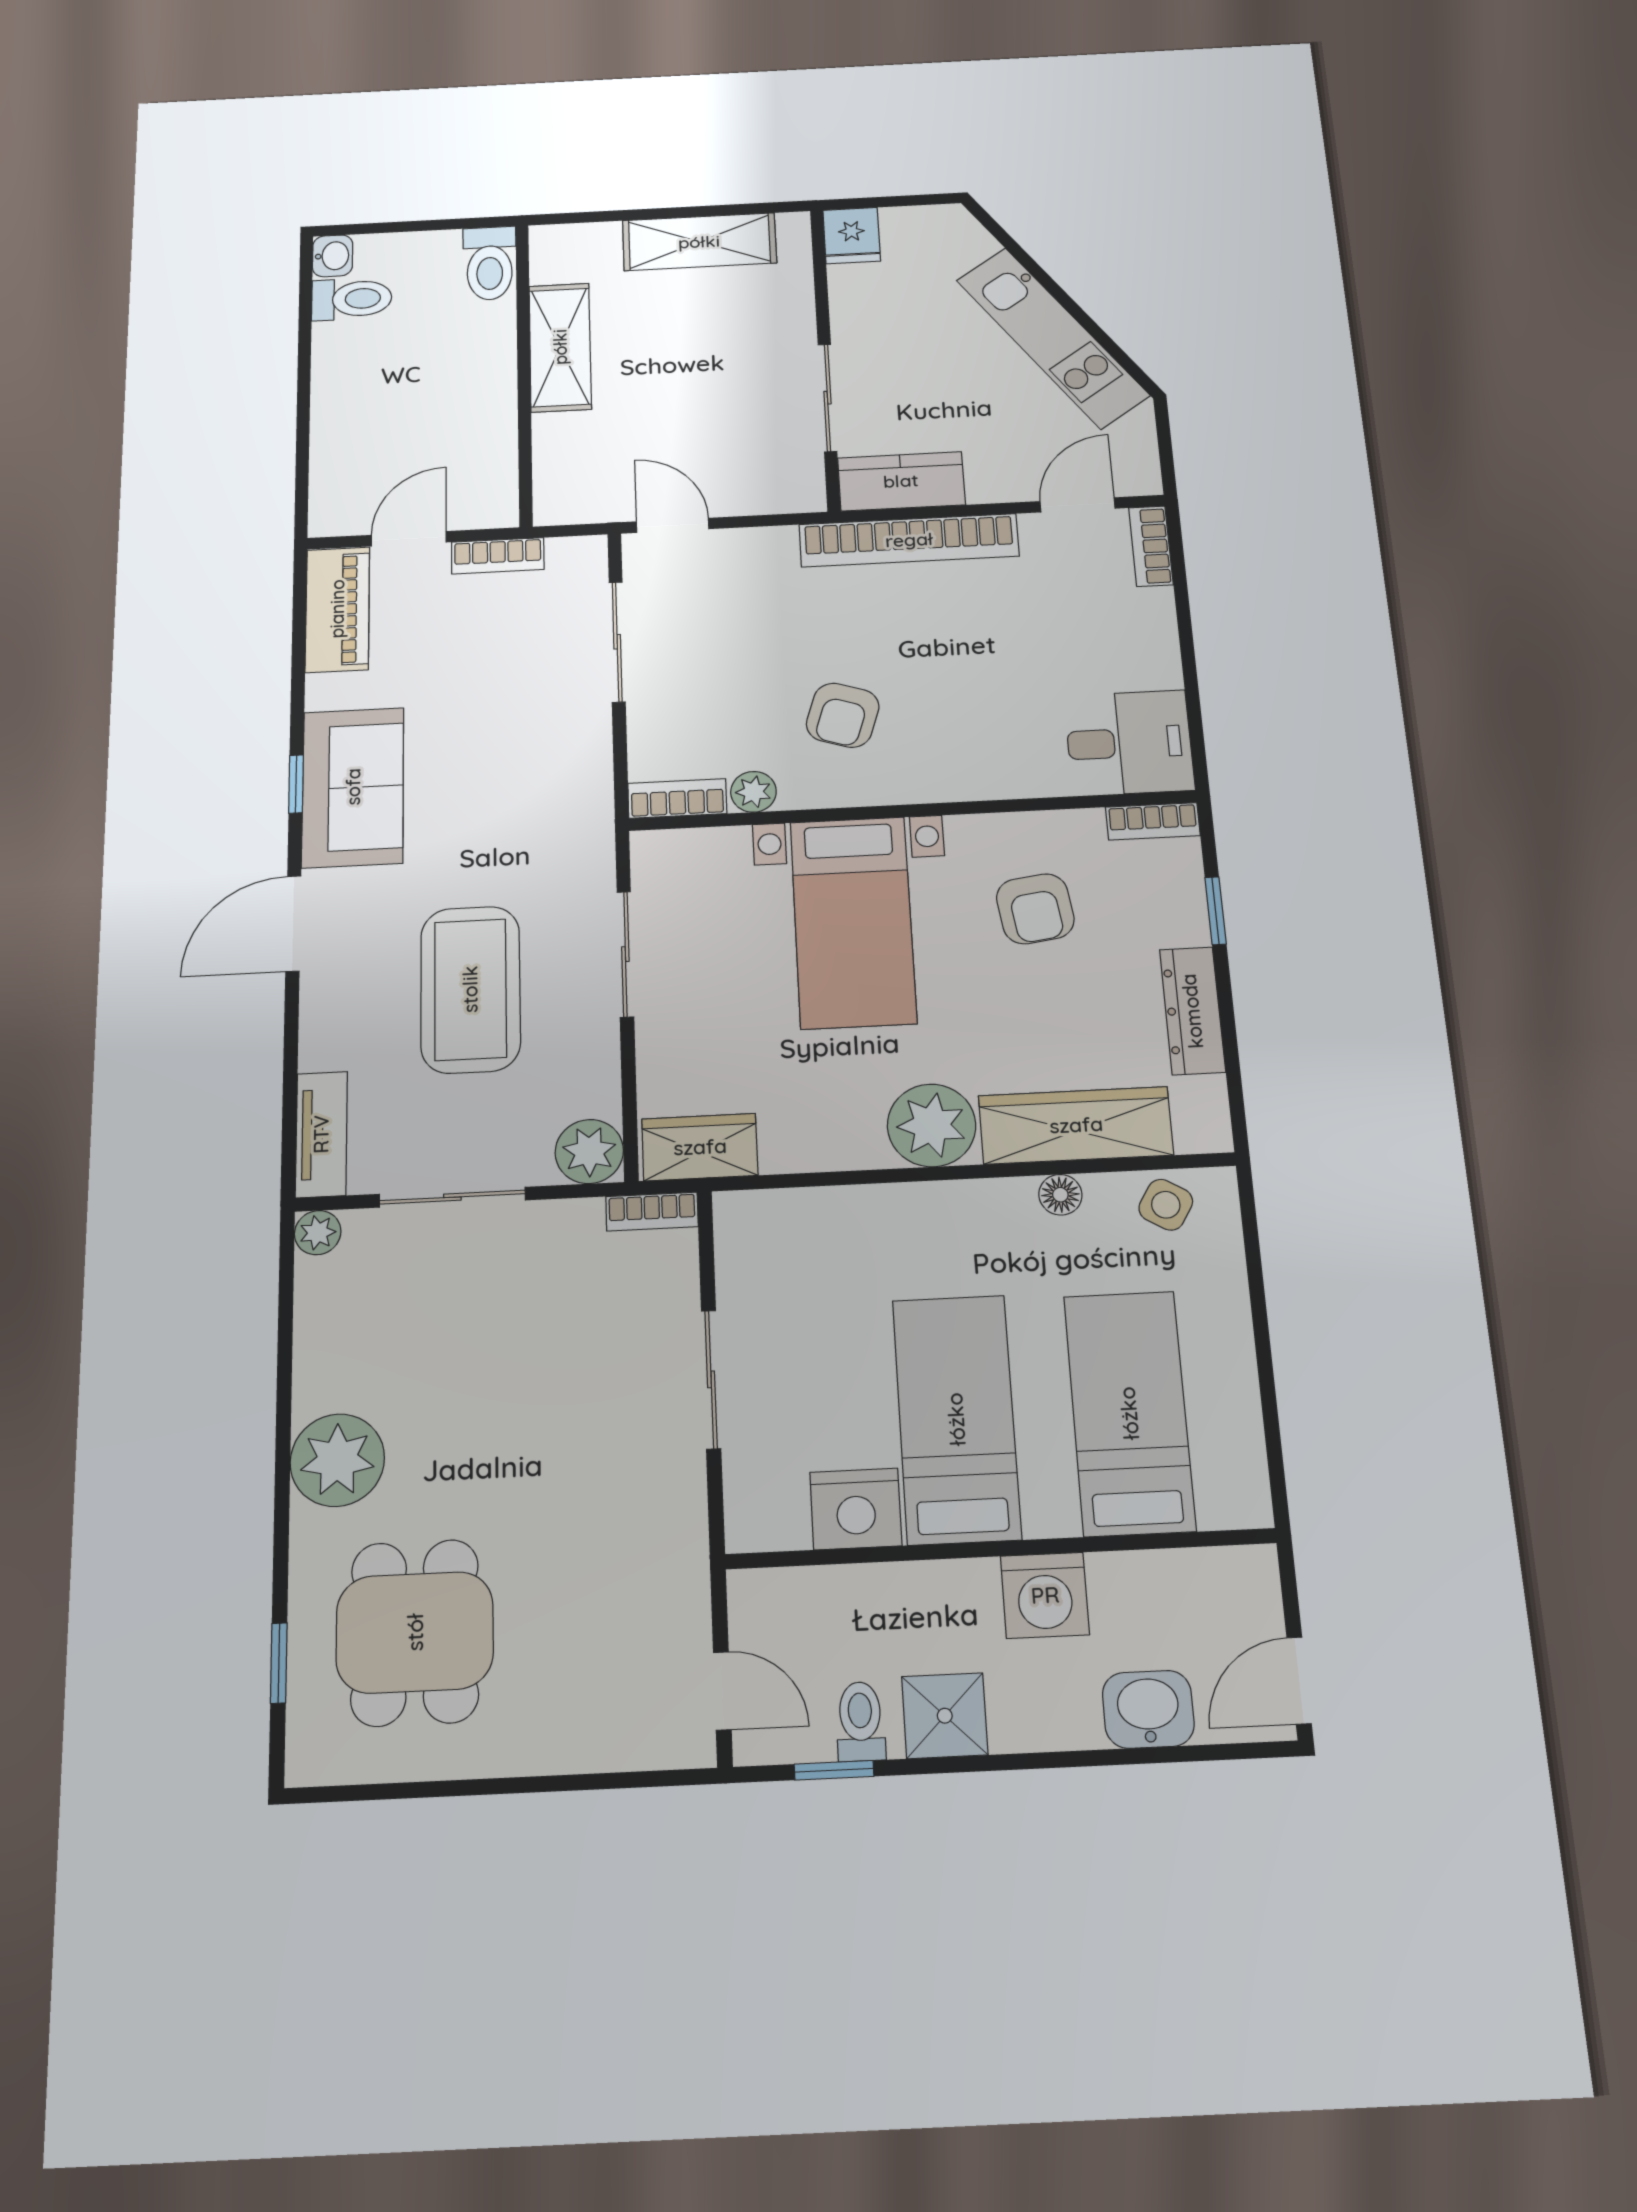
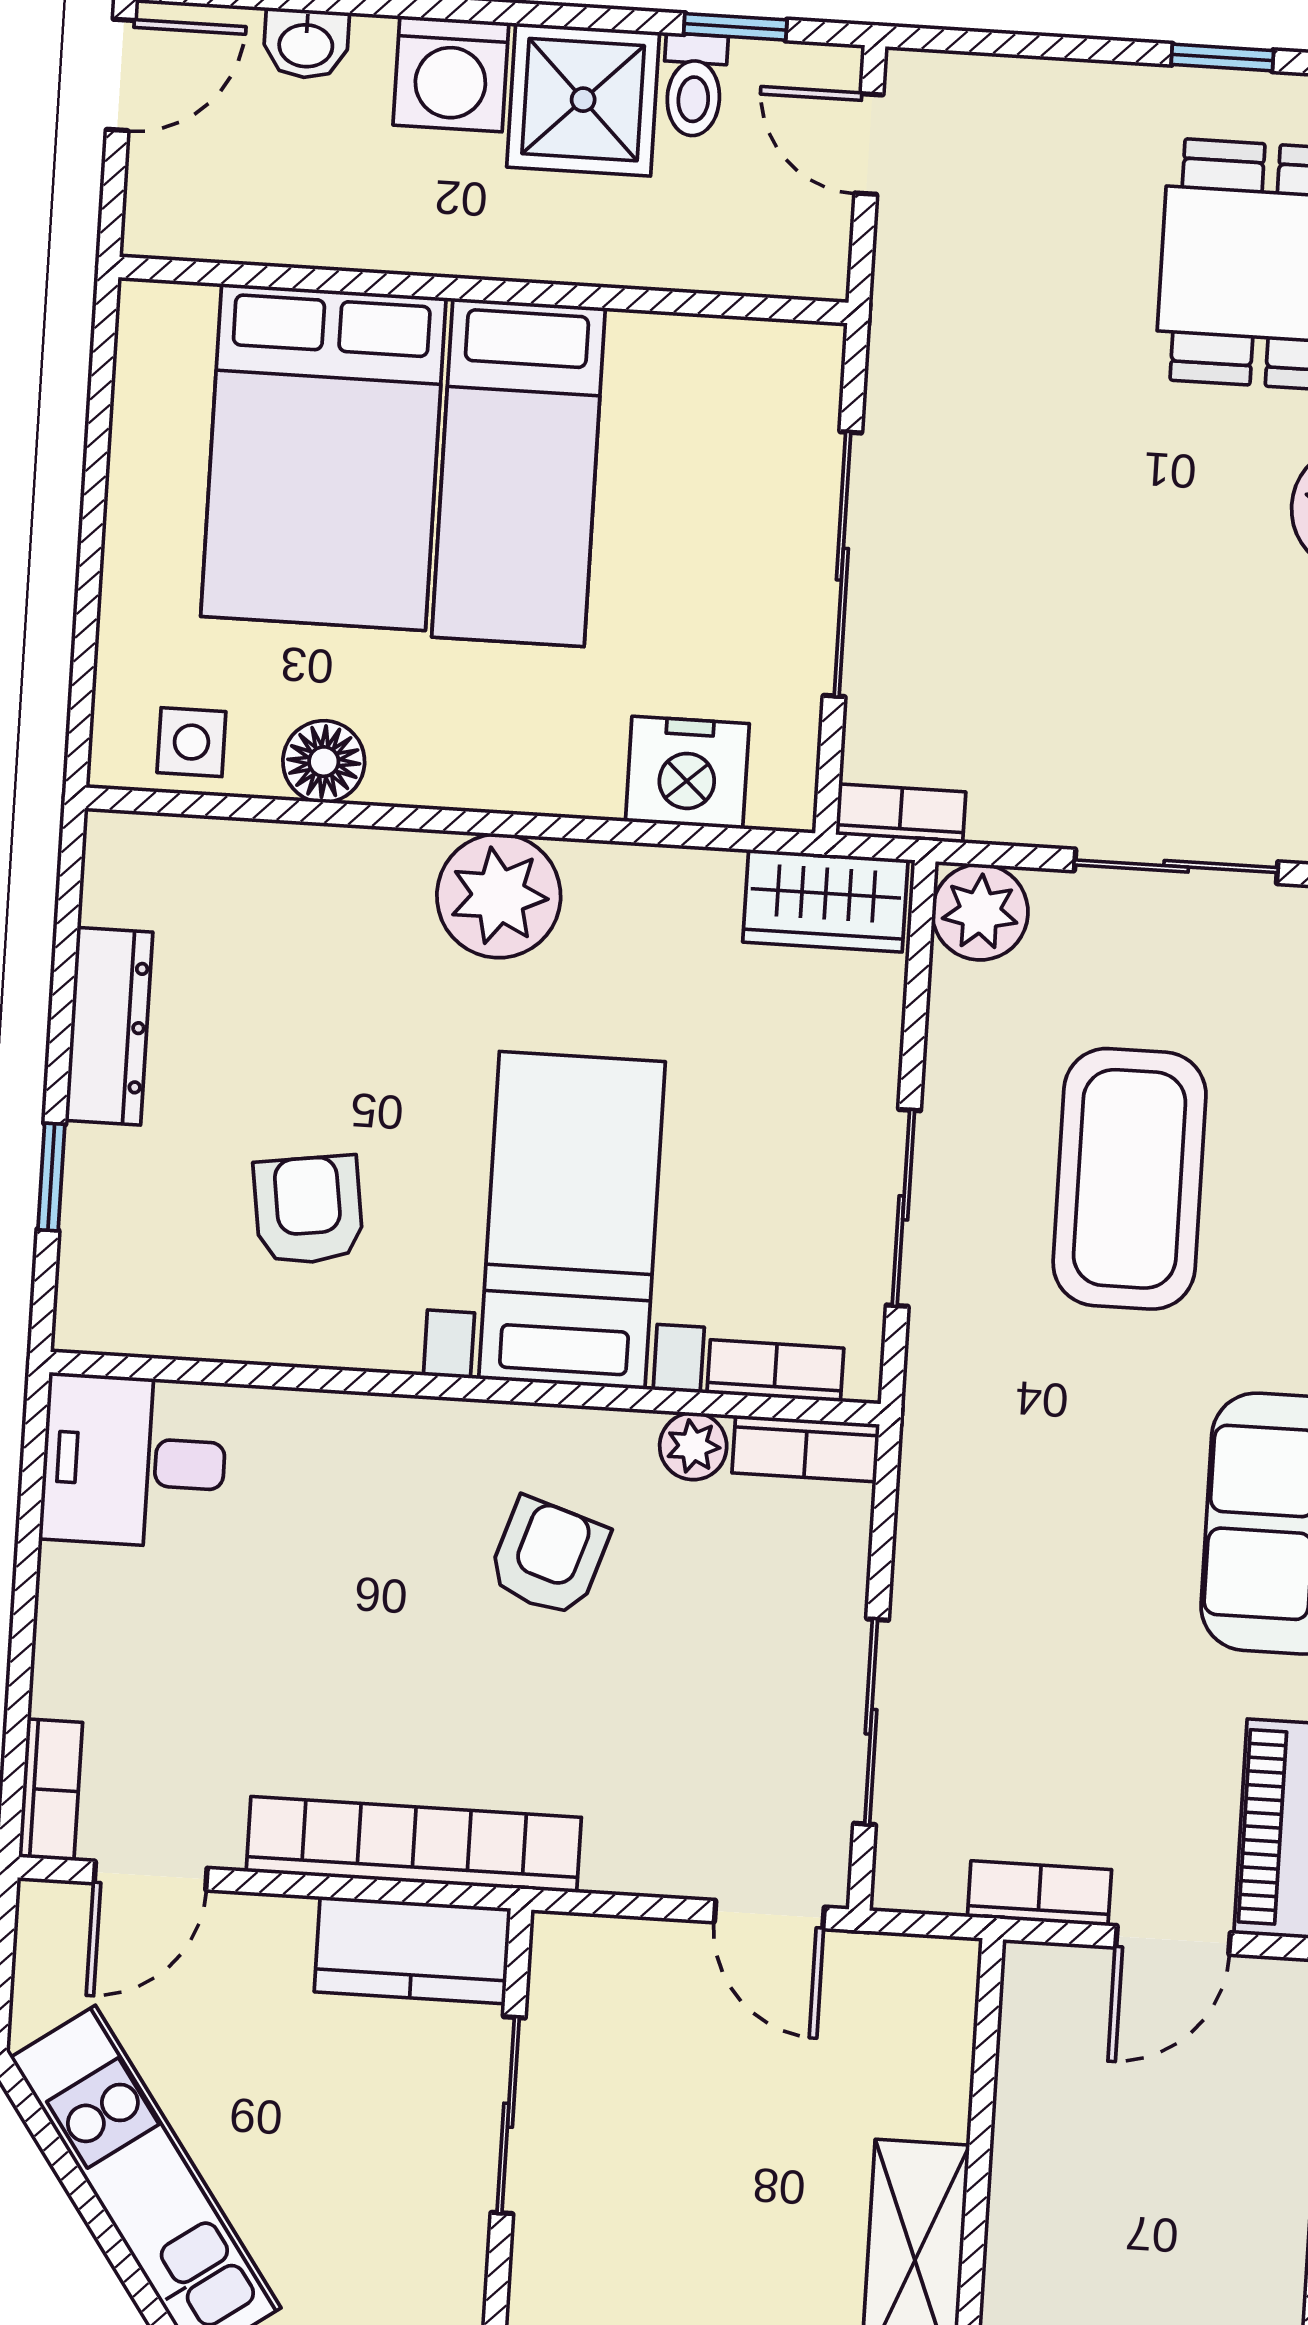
bookcase: (1153, 821) -> (775, 1371), moved
wardrobe: (1076, 1125) -> (298, 873), removed
floor lamp: (1060, 1195) -> (324, 762), width x1.37, depth x1.37
side table: (1166, 1205) -> (191, 742), turned -31
sliding door: (711, 1379) -> (842, 564), width x1.37
bed: (1129, 1413) -> (323, 457), width x1.50
nightstand: (856, 1509) -> (687, 773), moved, turned 180
washing machine: (1045, 1595) -> (451, 74), moved, turned 180
washbasin: (1148, 1709) -> (306, 44), width x0.72, depth x0.69
shower: (945, 1716) -> (583, 100), width x1.36, depth x1.36
window: (457, 1788) -> (1222, 57), added

